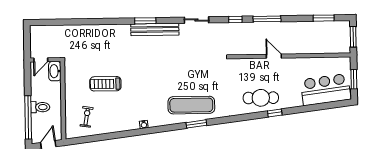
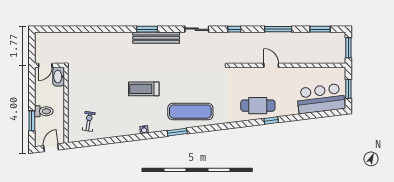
window: (267, 19) -> (278, 29), moved
treadmill: (105, 84) -> (144, 89), moved
window: (28, 117) -> (32, 121), width x0.47
window: (196, 124) -> (177, 132), moved

